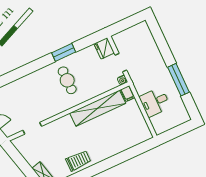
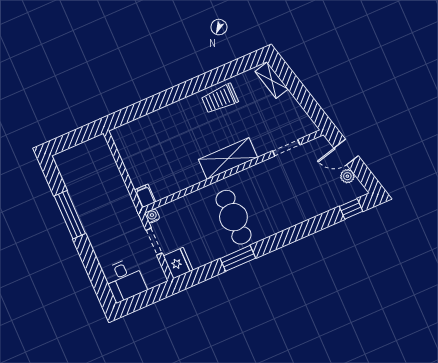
cafe table: (67, 80) -> (233, 217), width x1.37, depth x1.35
desk: (155, 102) -> (125, 280), moved, turned 90
shelving: (98, 108) -> (228, 159), moved, width x0.68

